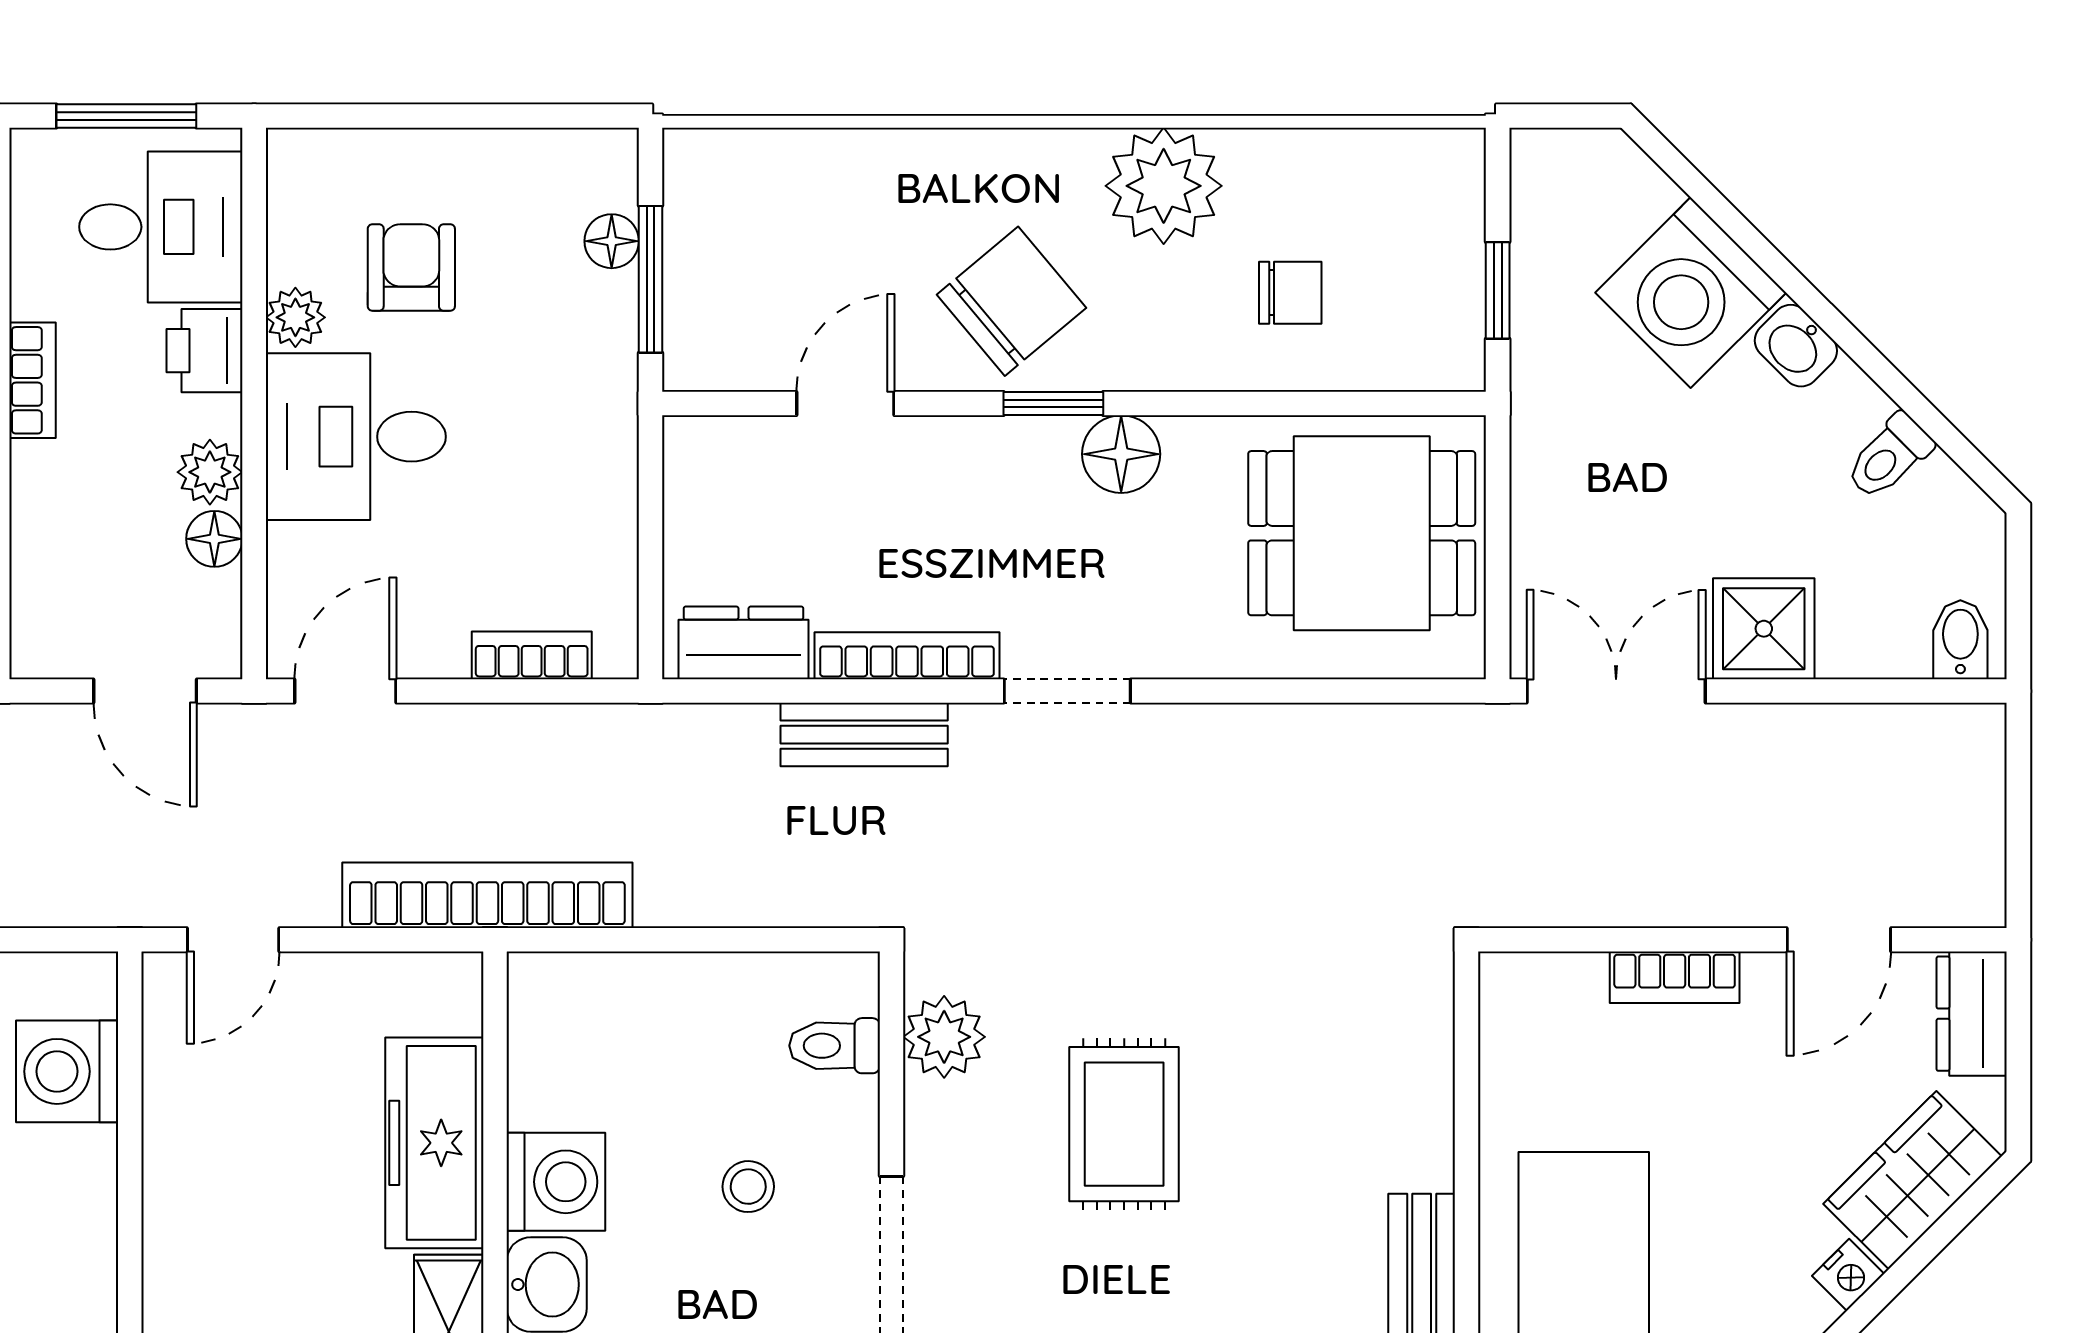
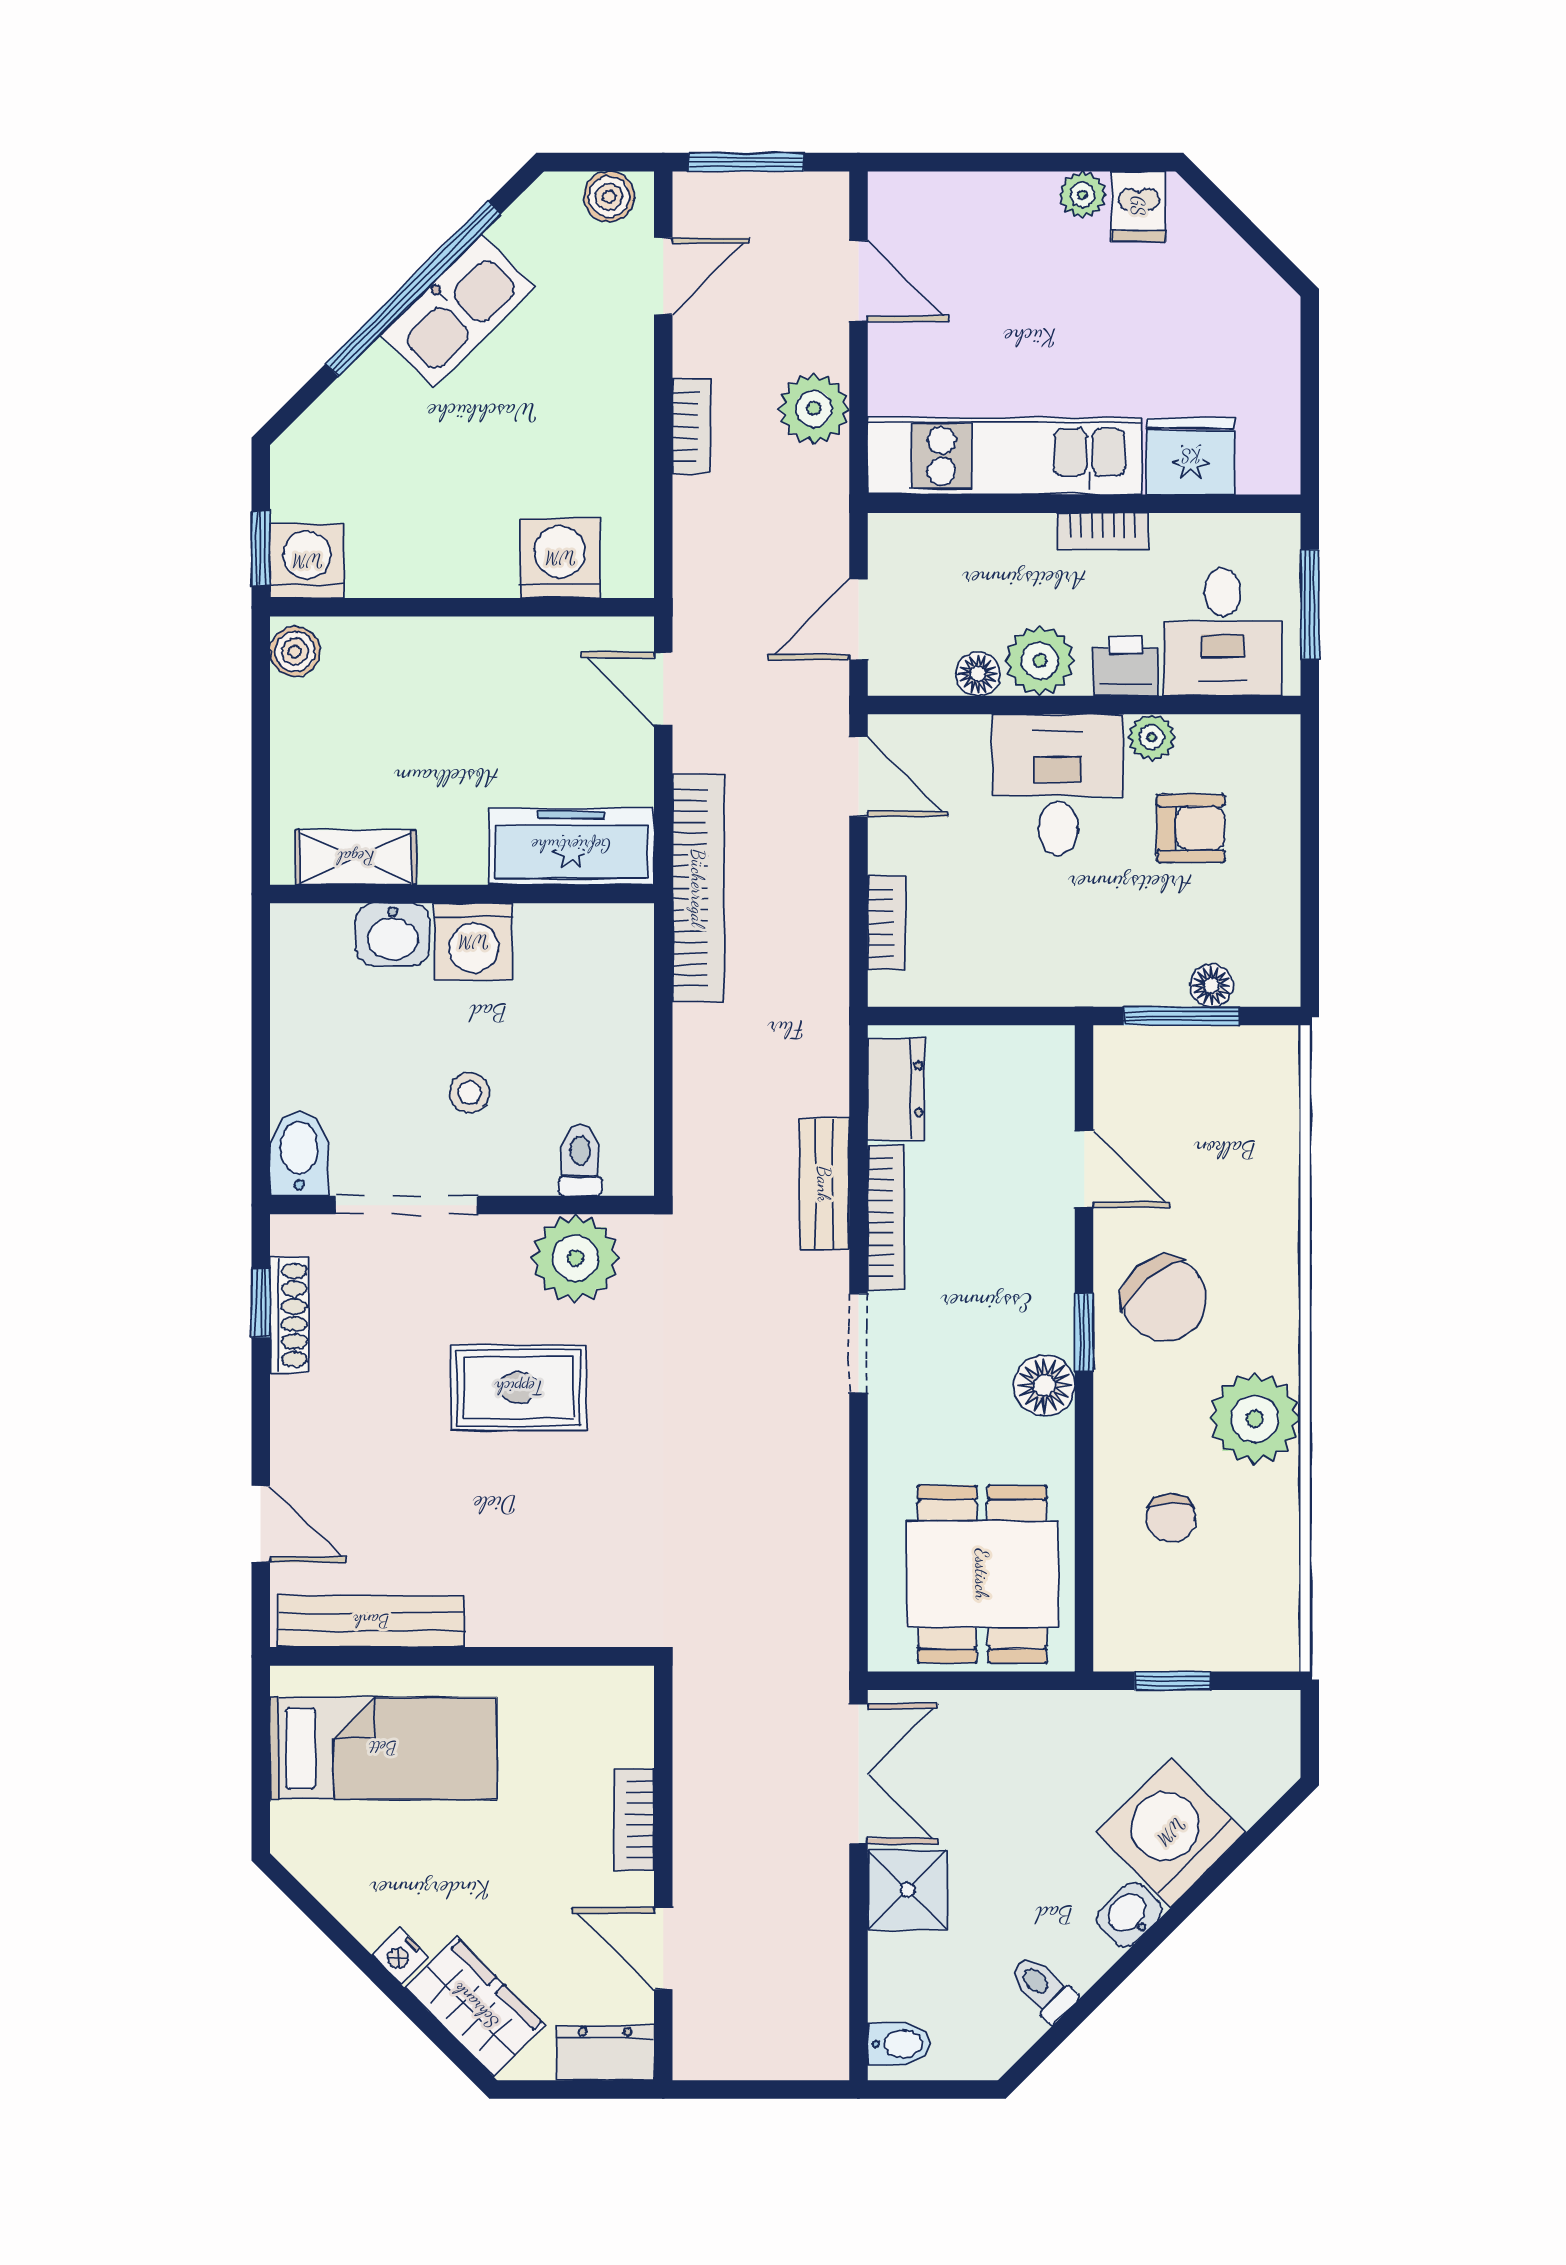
plant: (210, 472) -> (1040, 661), width x1.38, depth x1.38
plant: (944, 1037) -> (575, 1258), width x1.36, depth x1.36
freezer: (434, 1143) -> (571, 846), moved

